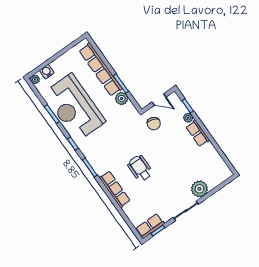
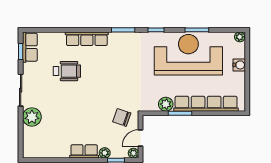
water cooler: (47, 72) -> (239, 65), moved
plant: (174, 97) -> (133, 153), added
wheelchair: (140, 168) -> (67, 71), moved

